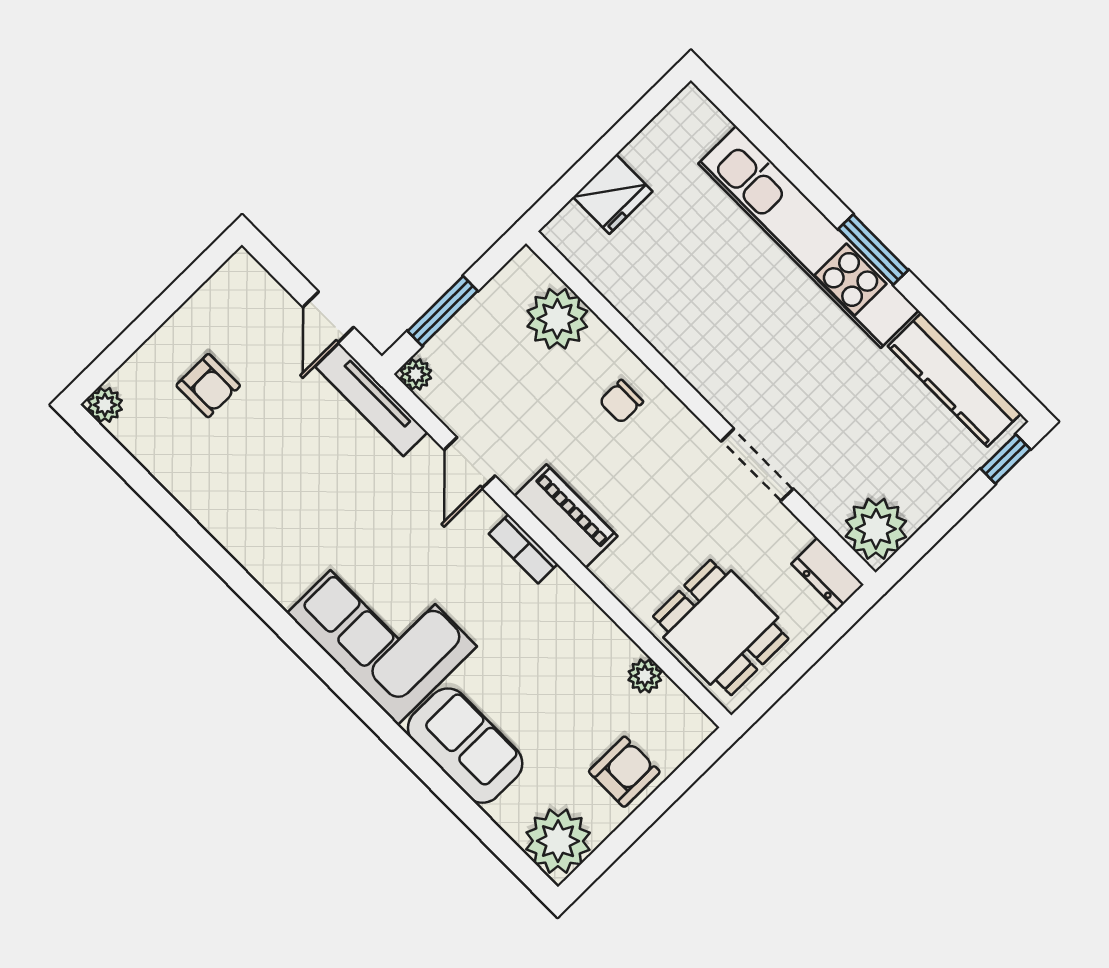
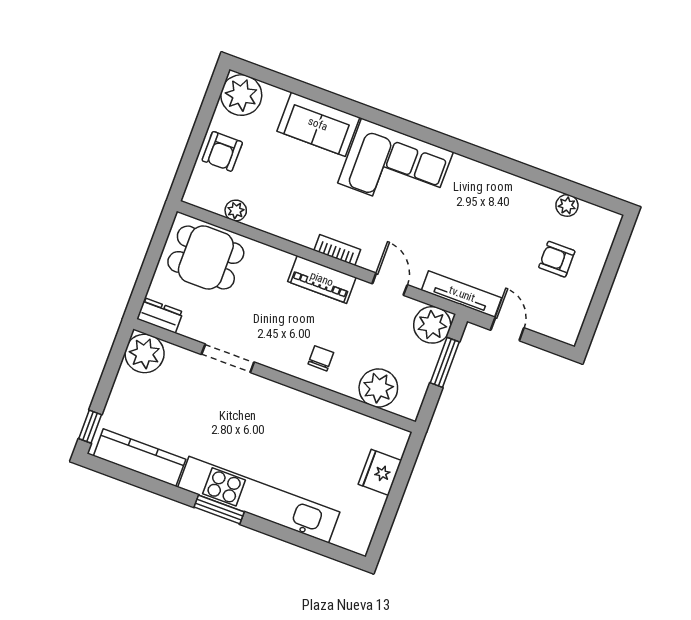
plant: (416, 374) -> (432, 325), width x1.88, depth x1.88
plant: (105, 405) -> (567, 205), moved

